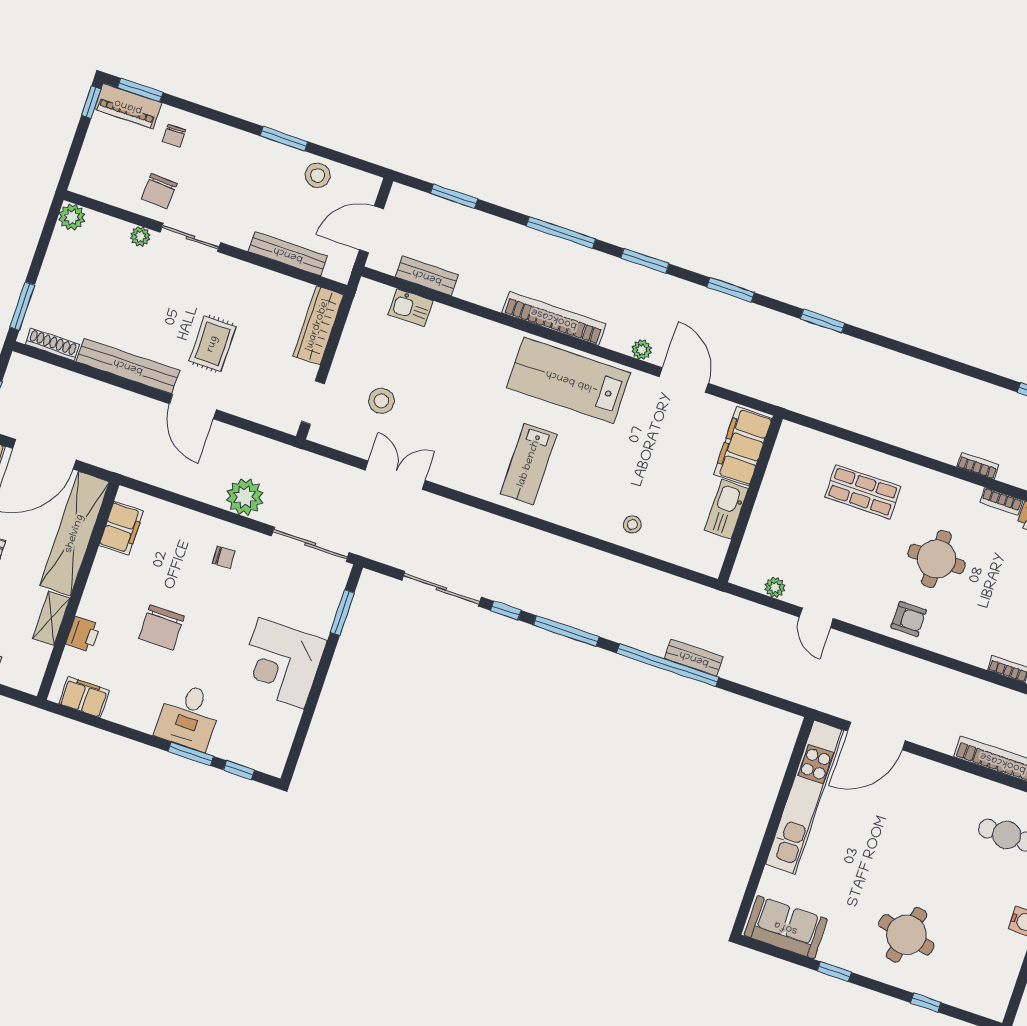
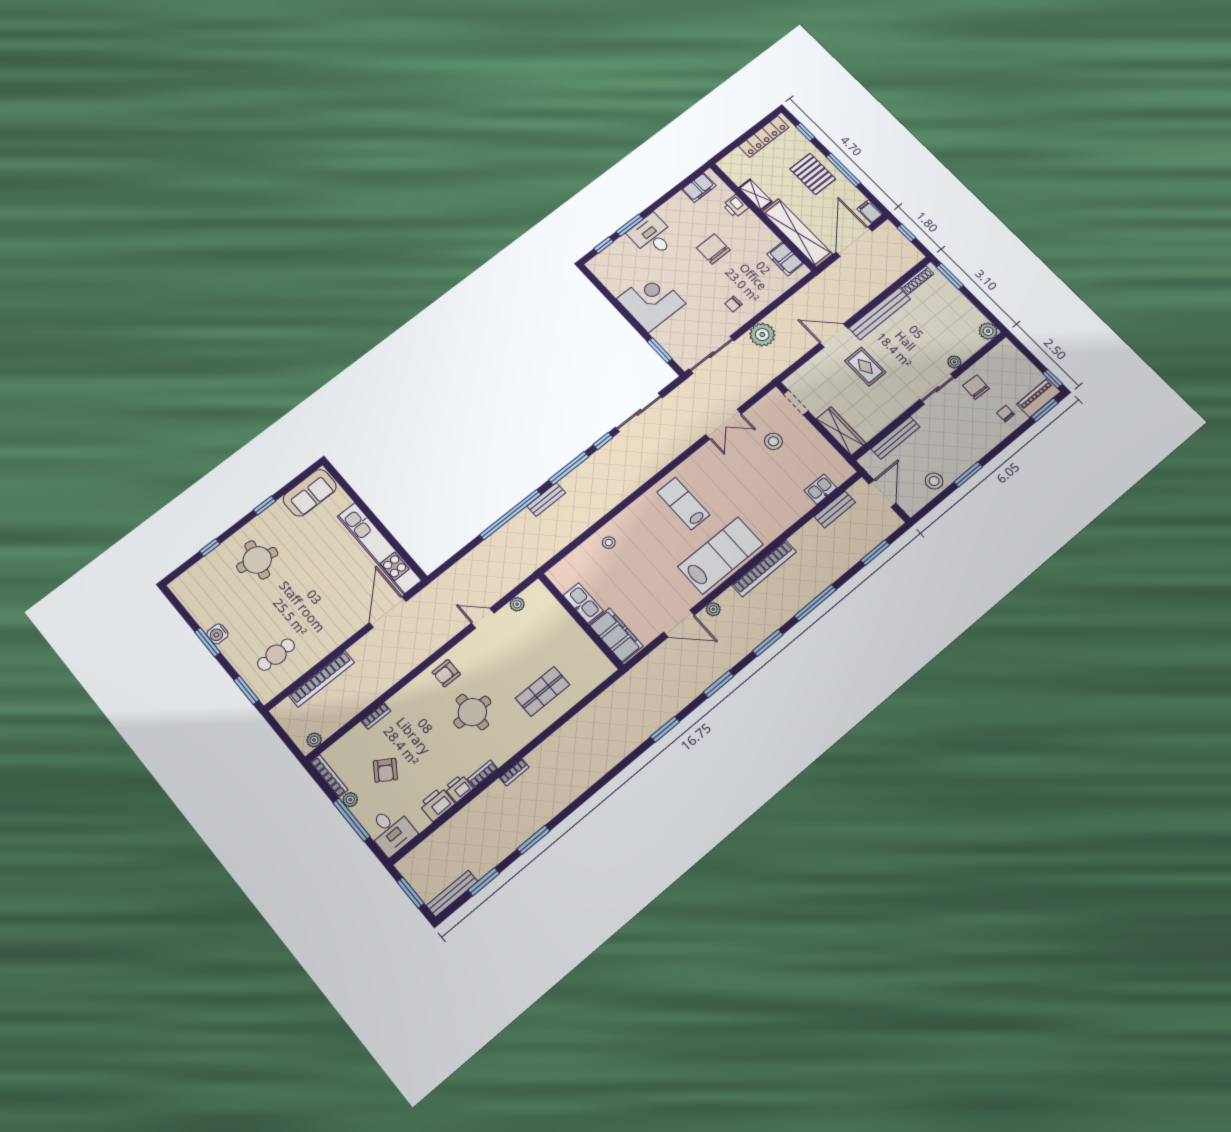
bench: (694, 658) -> (546, 500), moved

